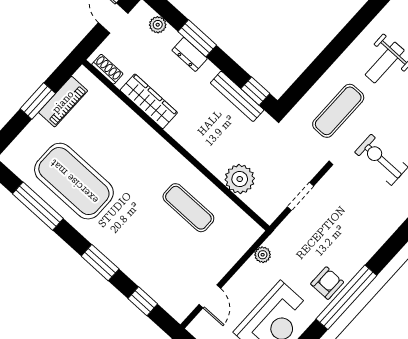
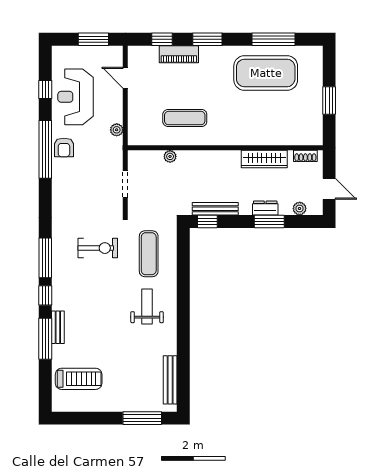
piano: (63, 102) -> (179, 54), moved, turned -90
plant: (240, 179) -> (170, 156), width x0.53, depth x0.53

